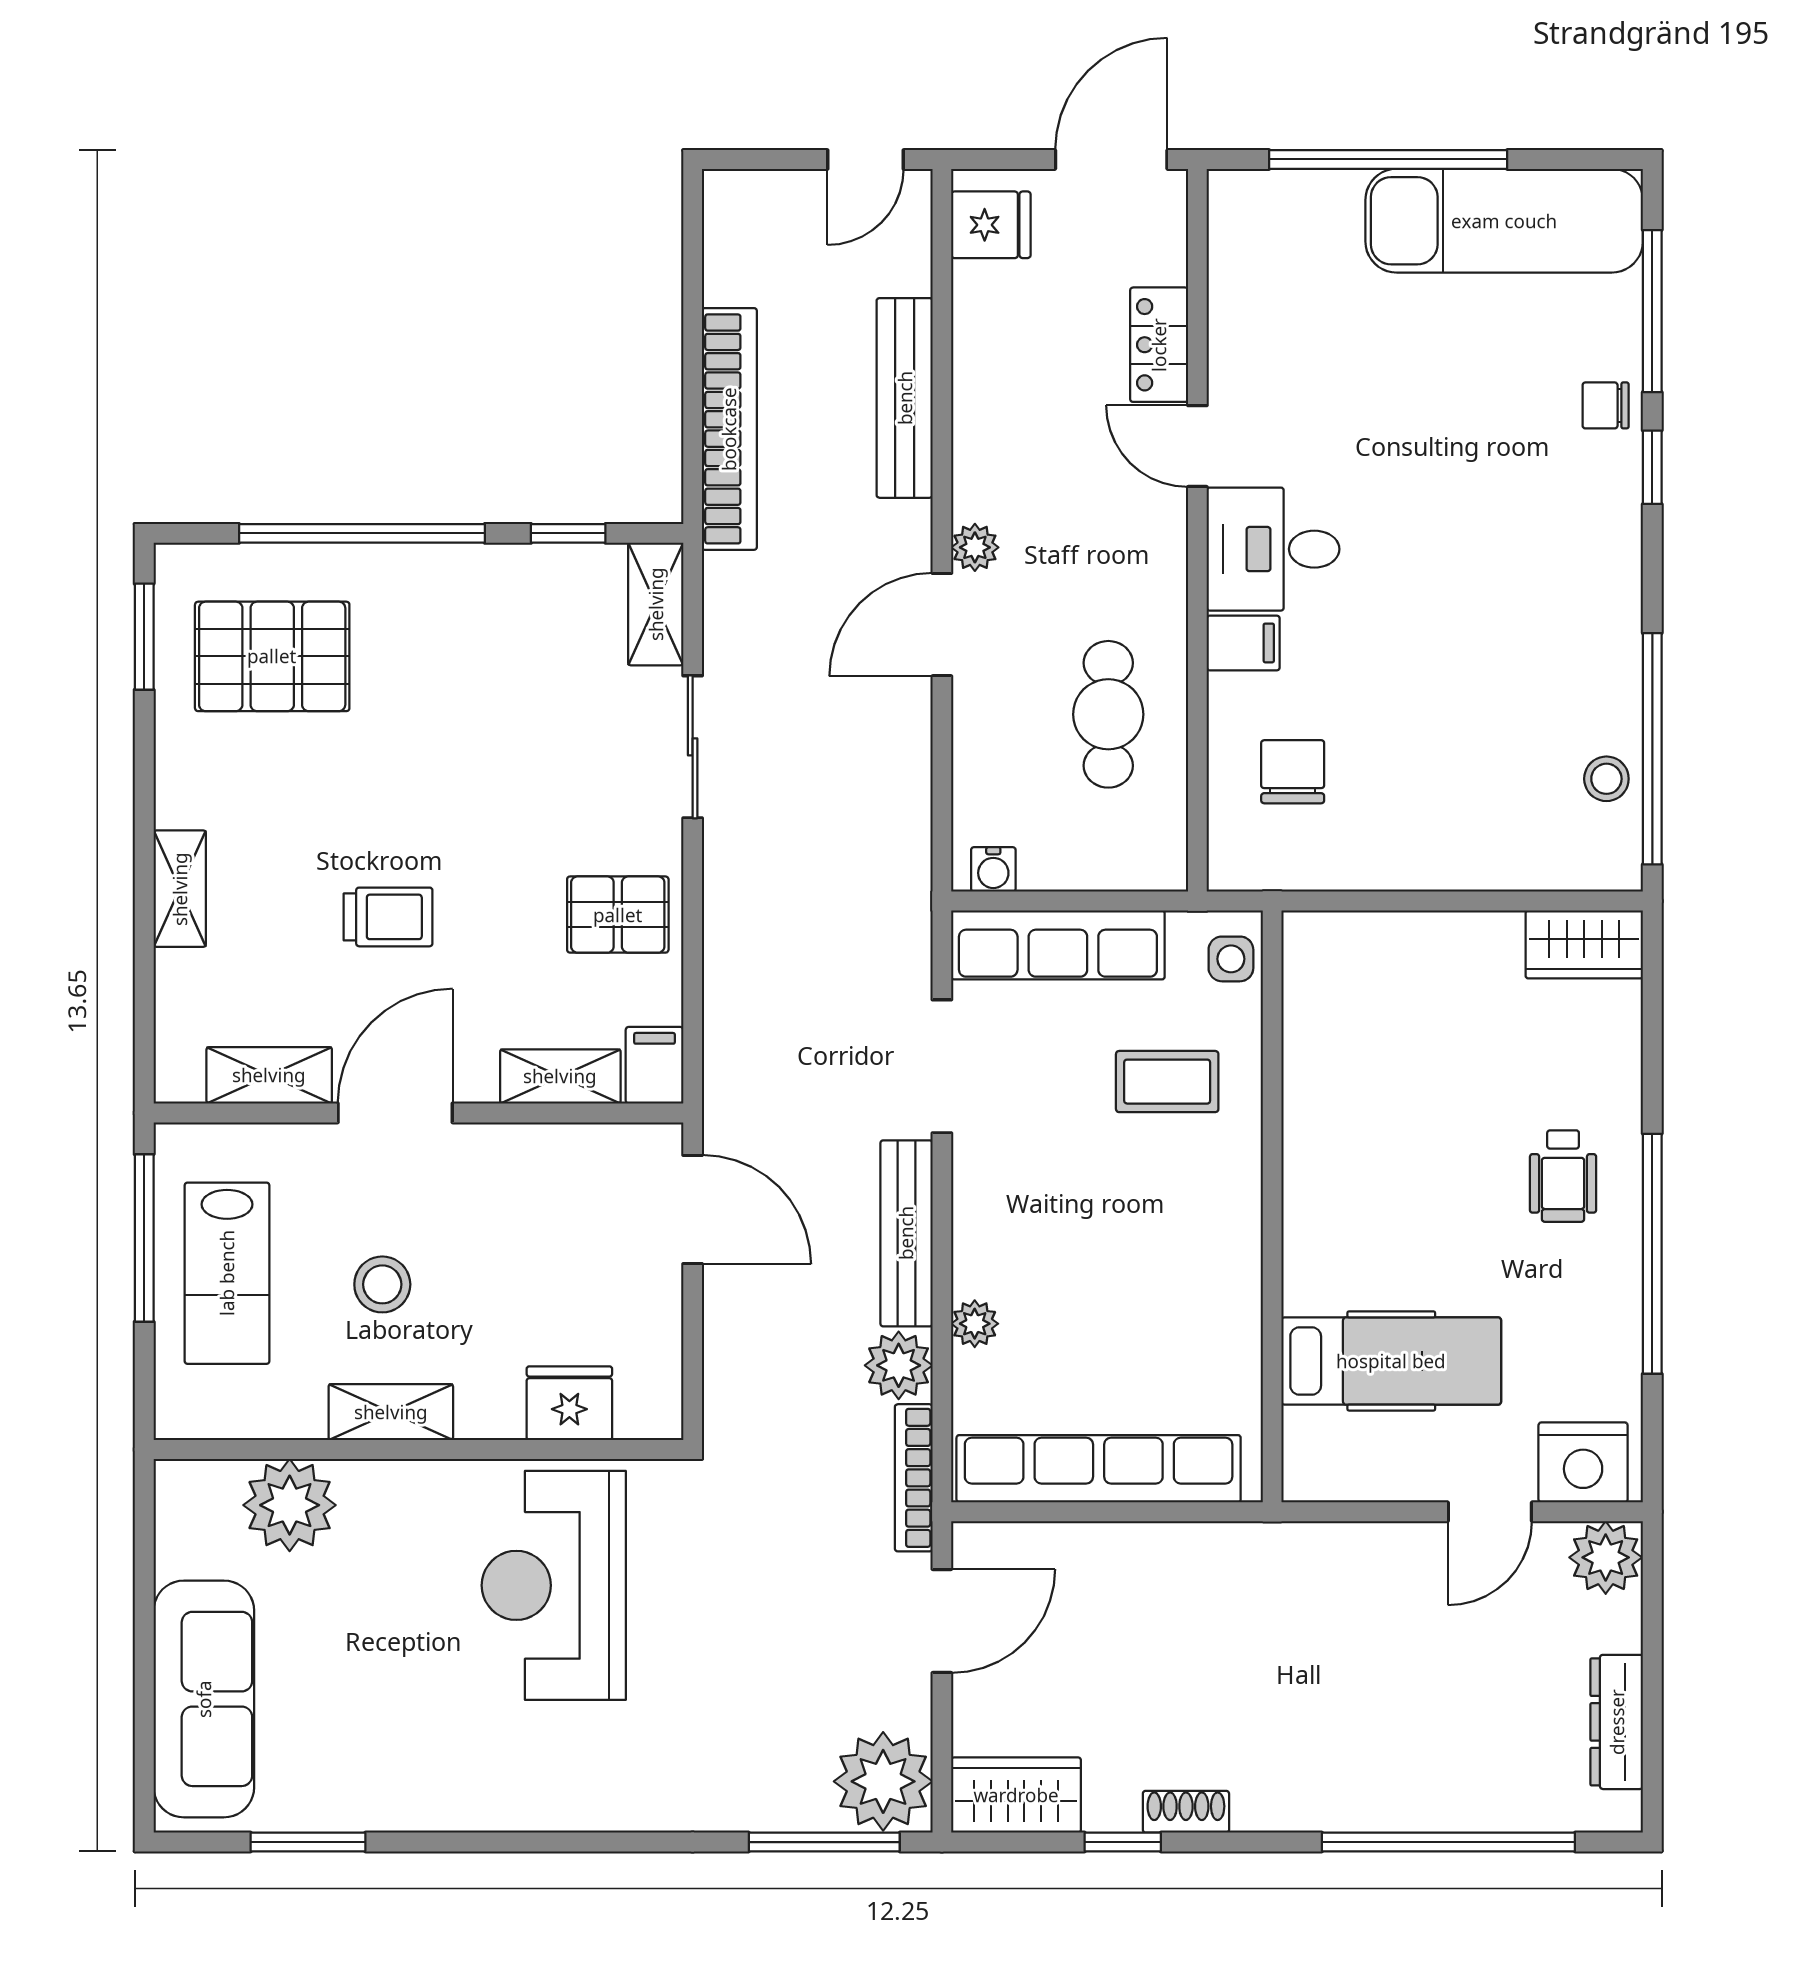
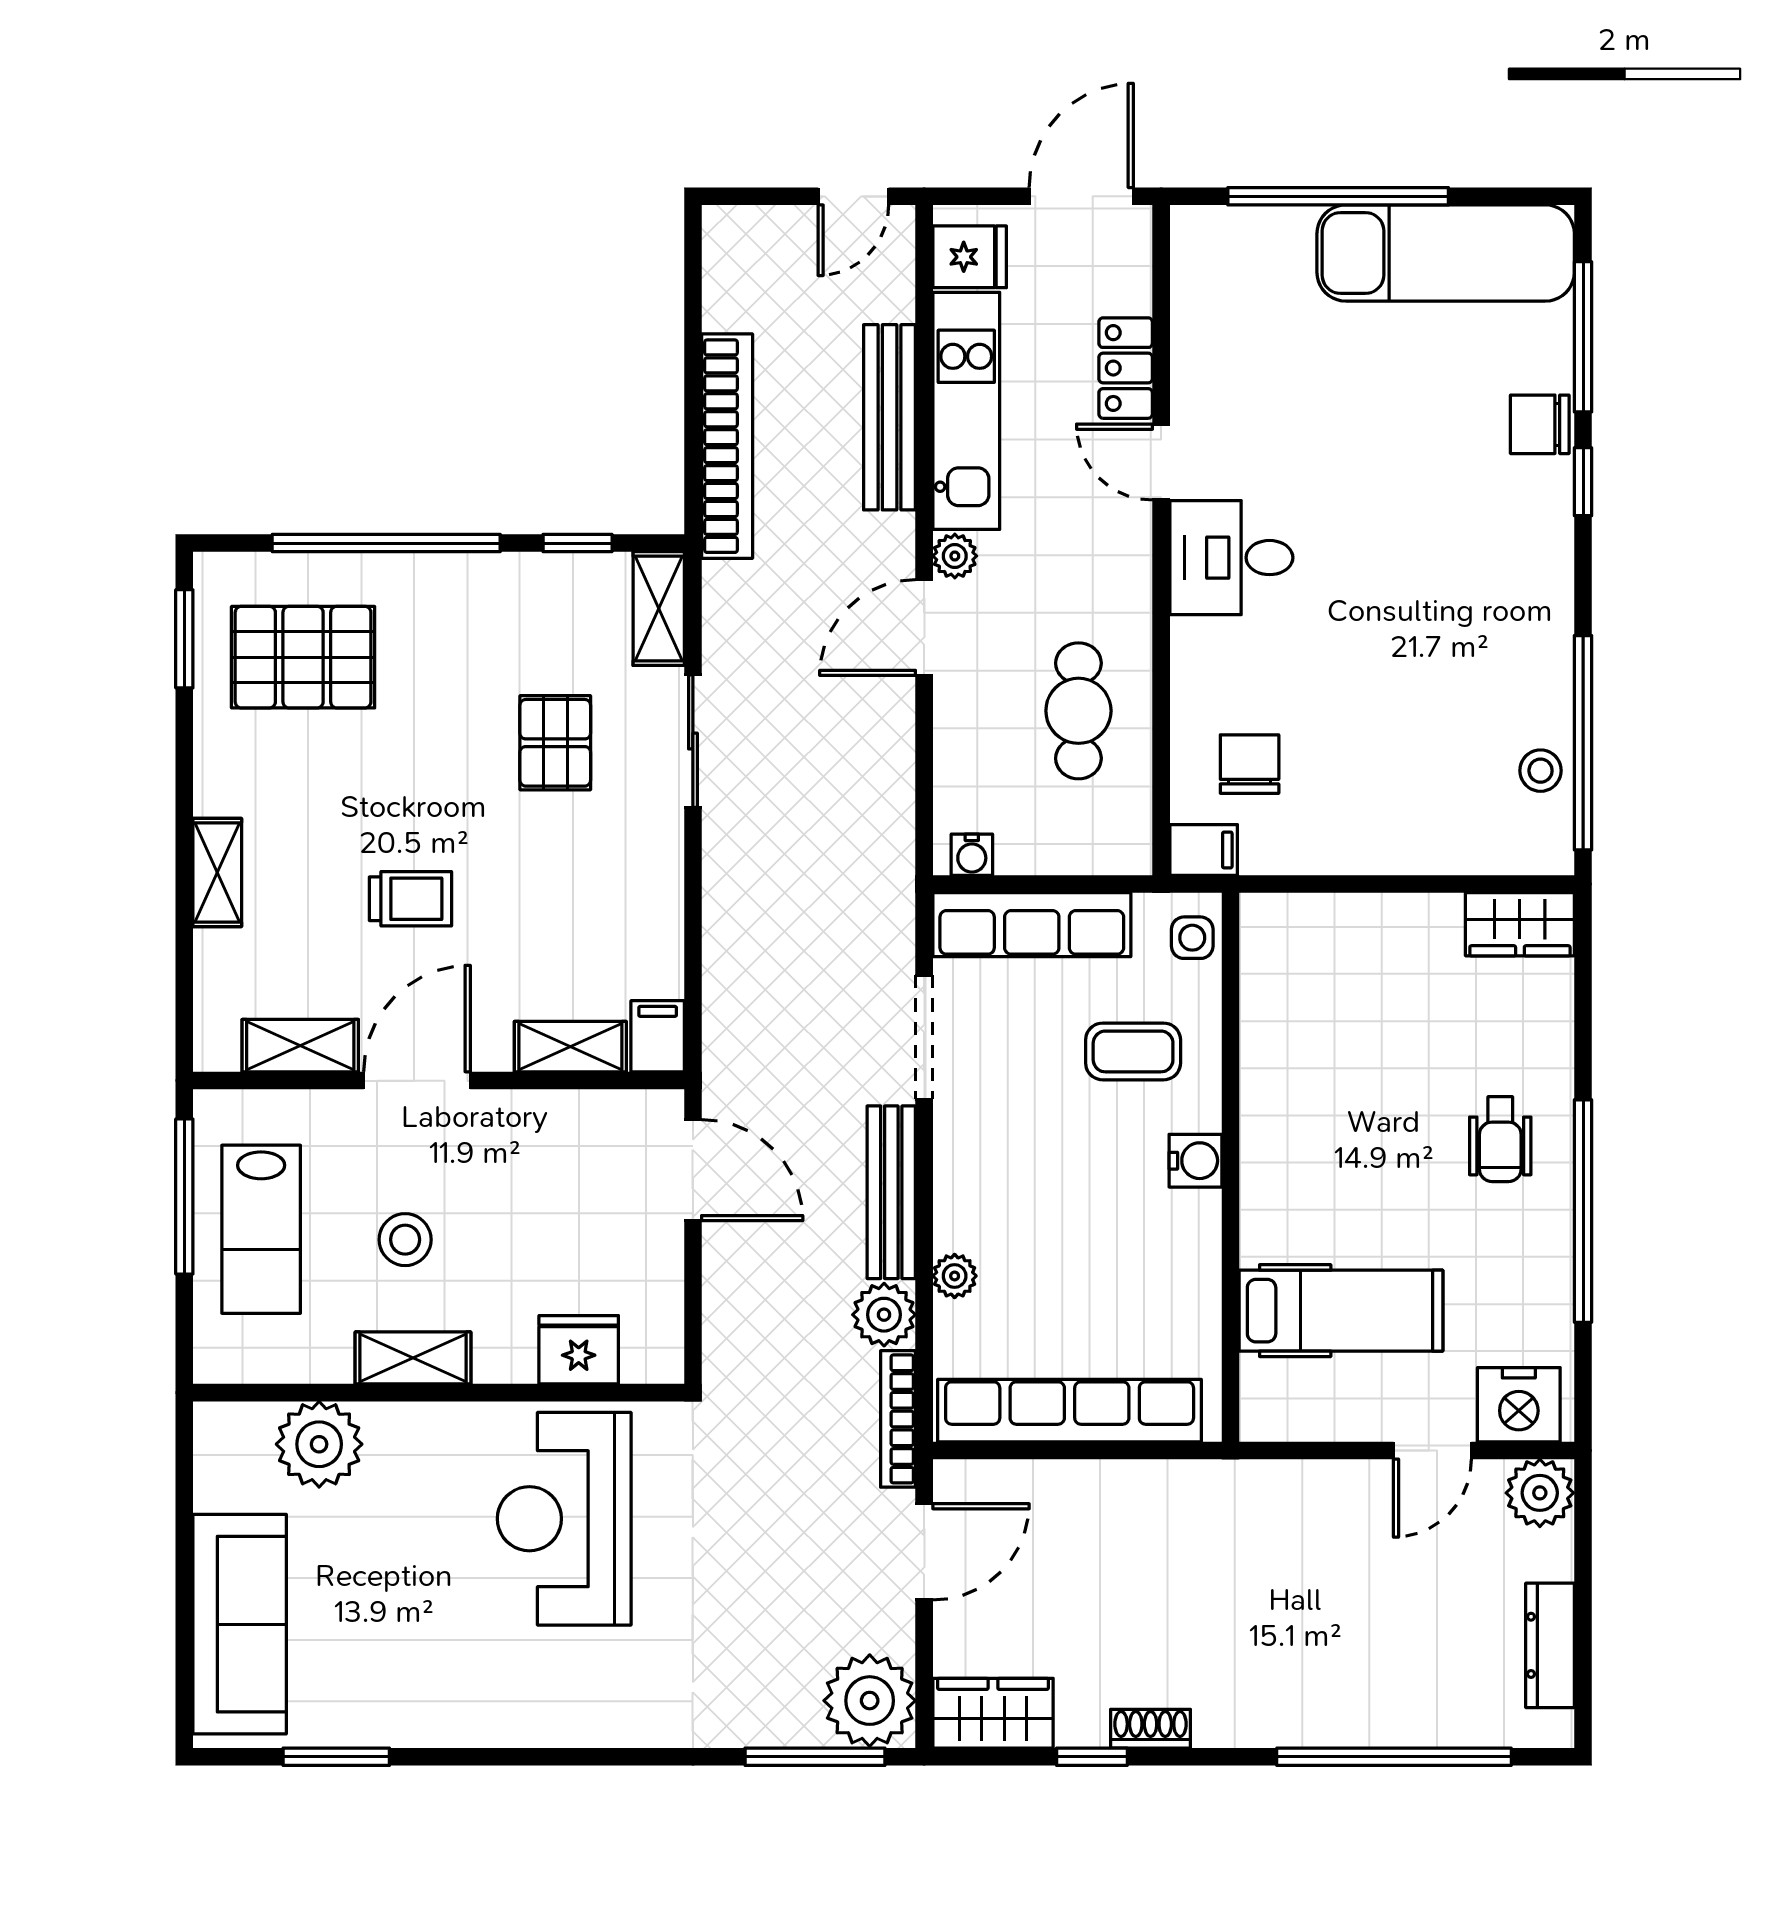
kitchen unit: (987, 391) -> (966, 411), added
chair: (1606, 405) -> (1540, 424), width x1.37, depth x1.37
filing cabinet: (1243, 643) -> (1204, 850), moved
pallet: (618, 915) -> (555, 743), moved, turned 90
water cooler: (1234, 1199) -> (1195, 1161), added

